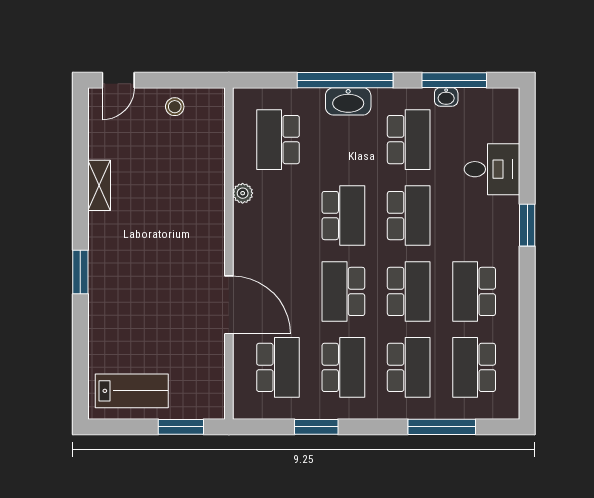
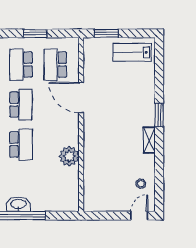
stool: (175, 107) -> (141, 184), moved
school desk: (278, 140) -> (55, 184), removed
shelving: (99, 185) -> (149, 140), moved
plant: (243, 193) -> (69, 156), width x1.88, depth x1.88
school desk: (343, 216) -> (21, 144), turned 180

